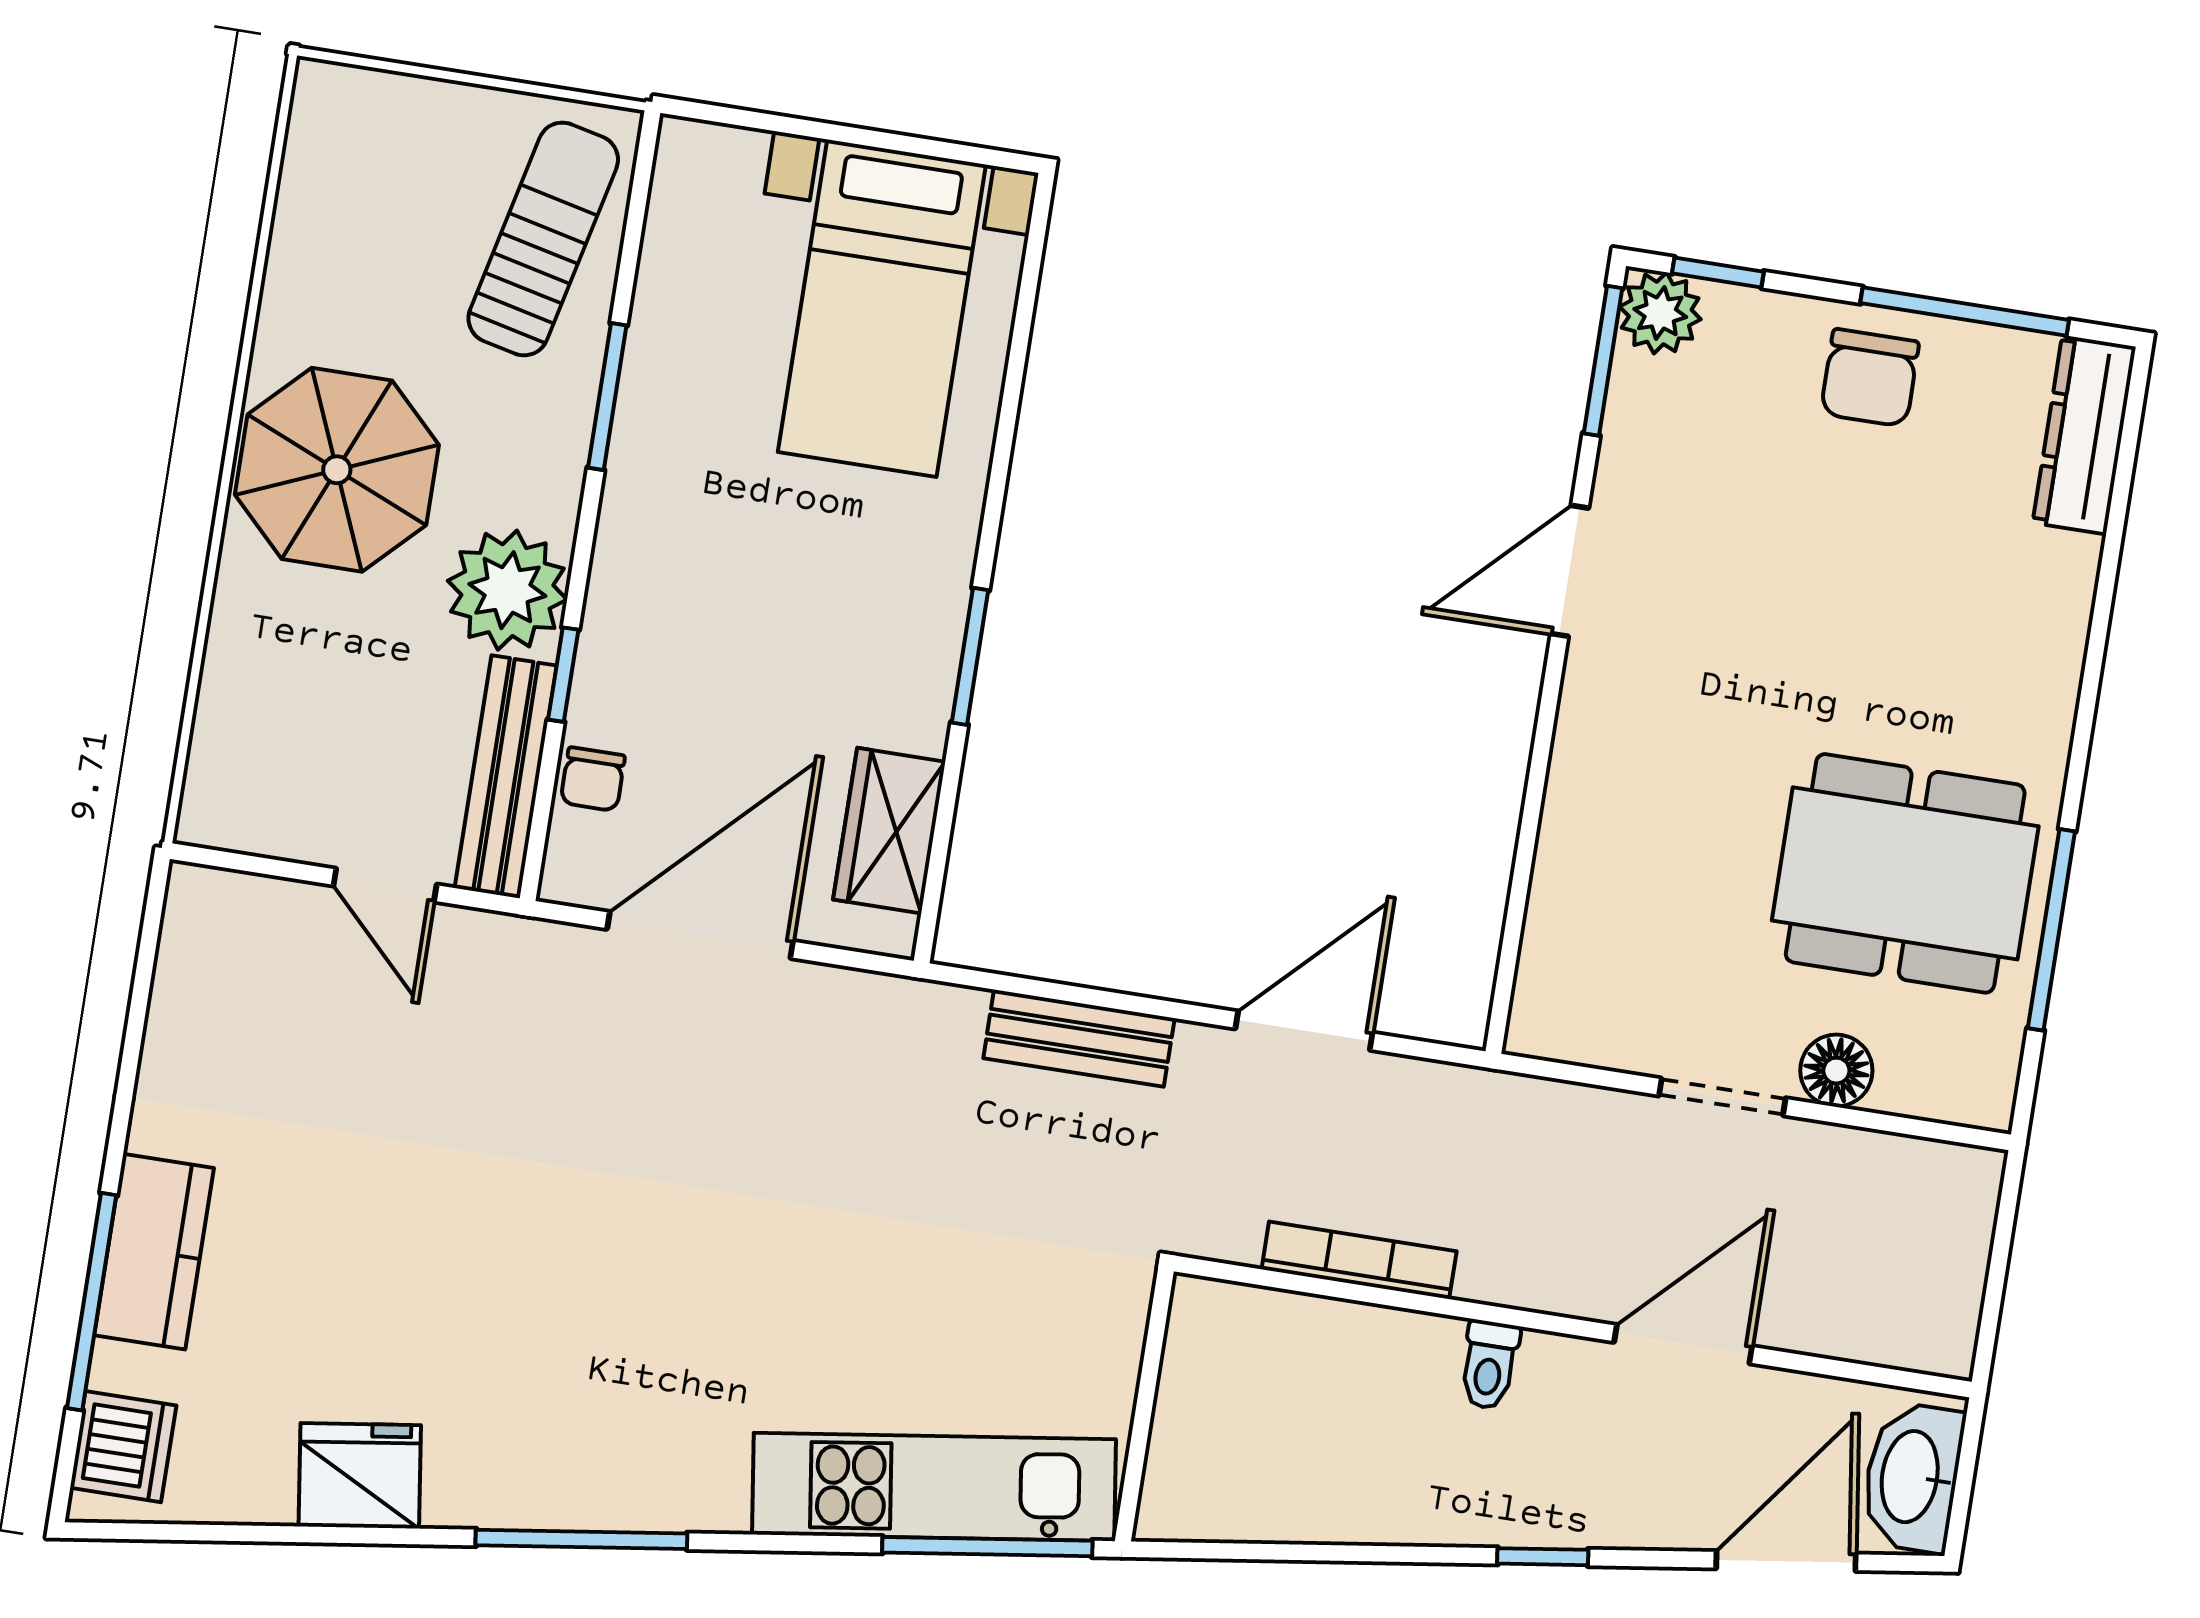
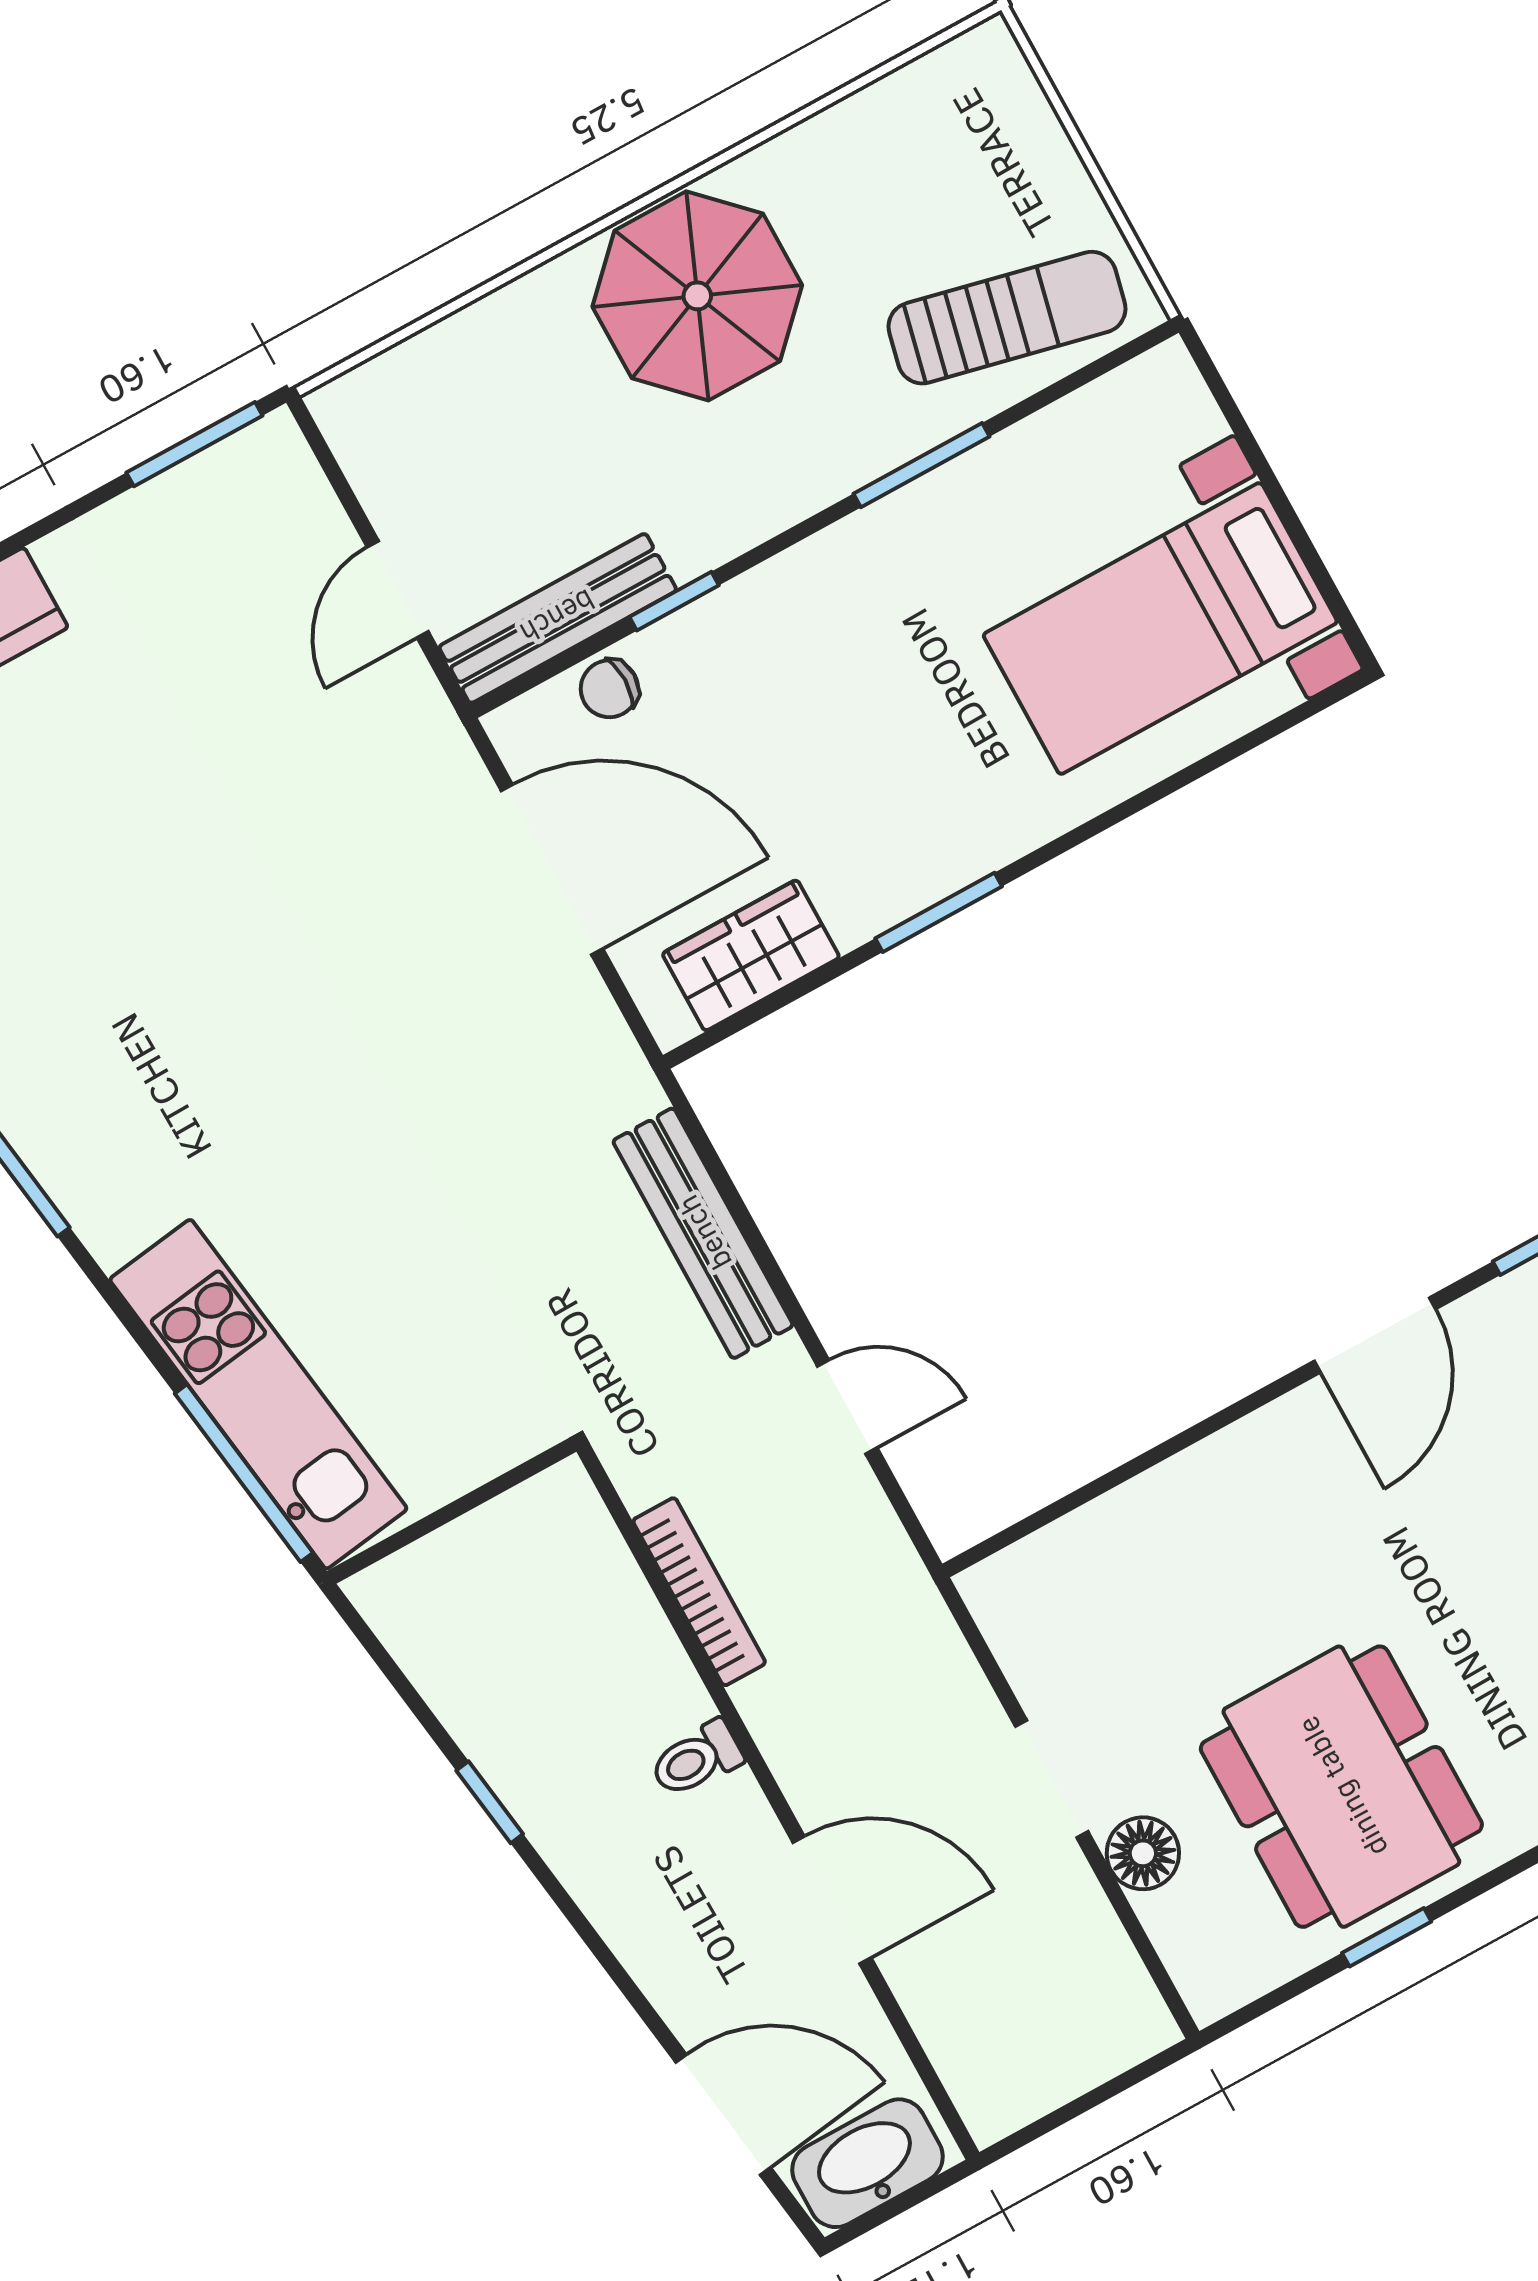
door: (1570, 571) -> (1375, 1335), swing flipped
plant: (507, 590) -> (707, 505), removed
window: (2051, 930) -> (1387, 1937), width x0.46
window: (146, 957) -> (194, 444), added
door: (1304, 1031) -> (847, 1407), width x0.73
bench: (1079, 1038) -> (703, 1233), width x1.36
window: (1543, 1557) -> (490, 1802), moved

